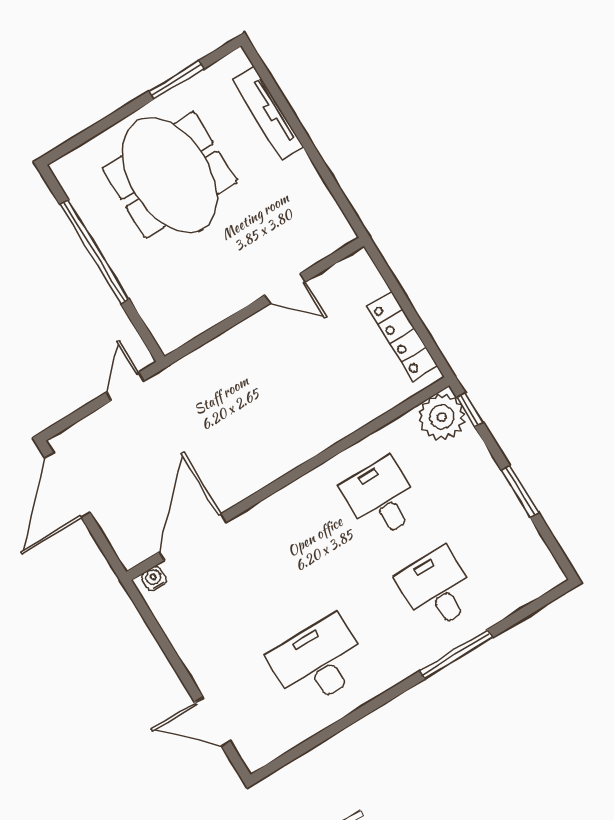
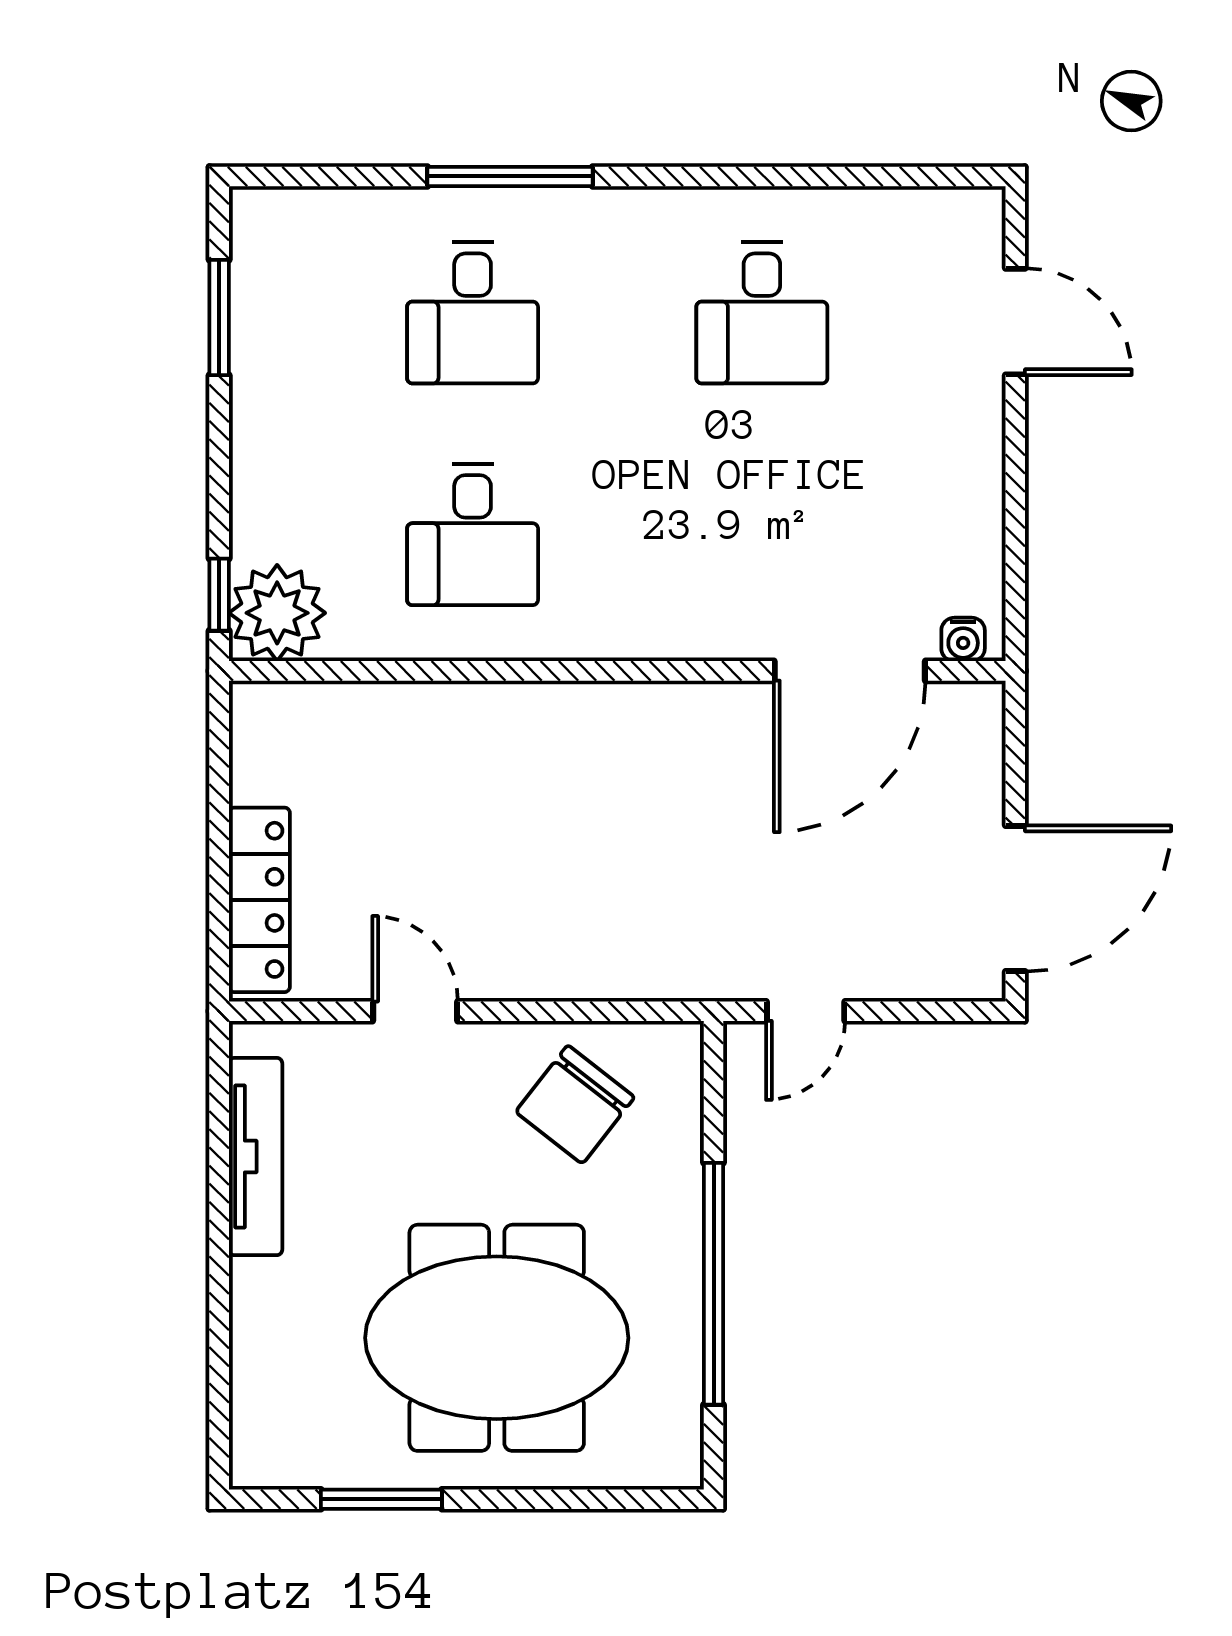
tv unit: (268, 114) -> (256, 1157), moved
meeting table: (170, 175) -> (497, 1338), turned 90
chair: (196, 290) -> (575, 1104), added
locker: (402, 336) -> (259, 900), moved
window: (520, 491) -> (219, 318), moved
desk: (318, 662) -> (762, 313), width x0.73

